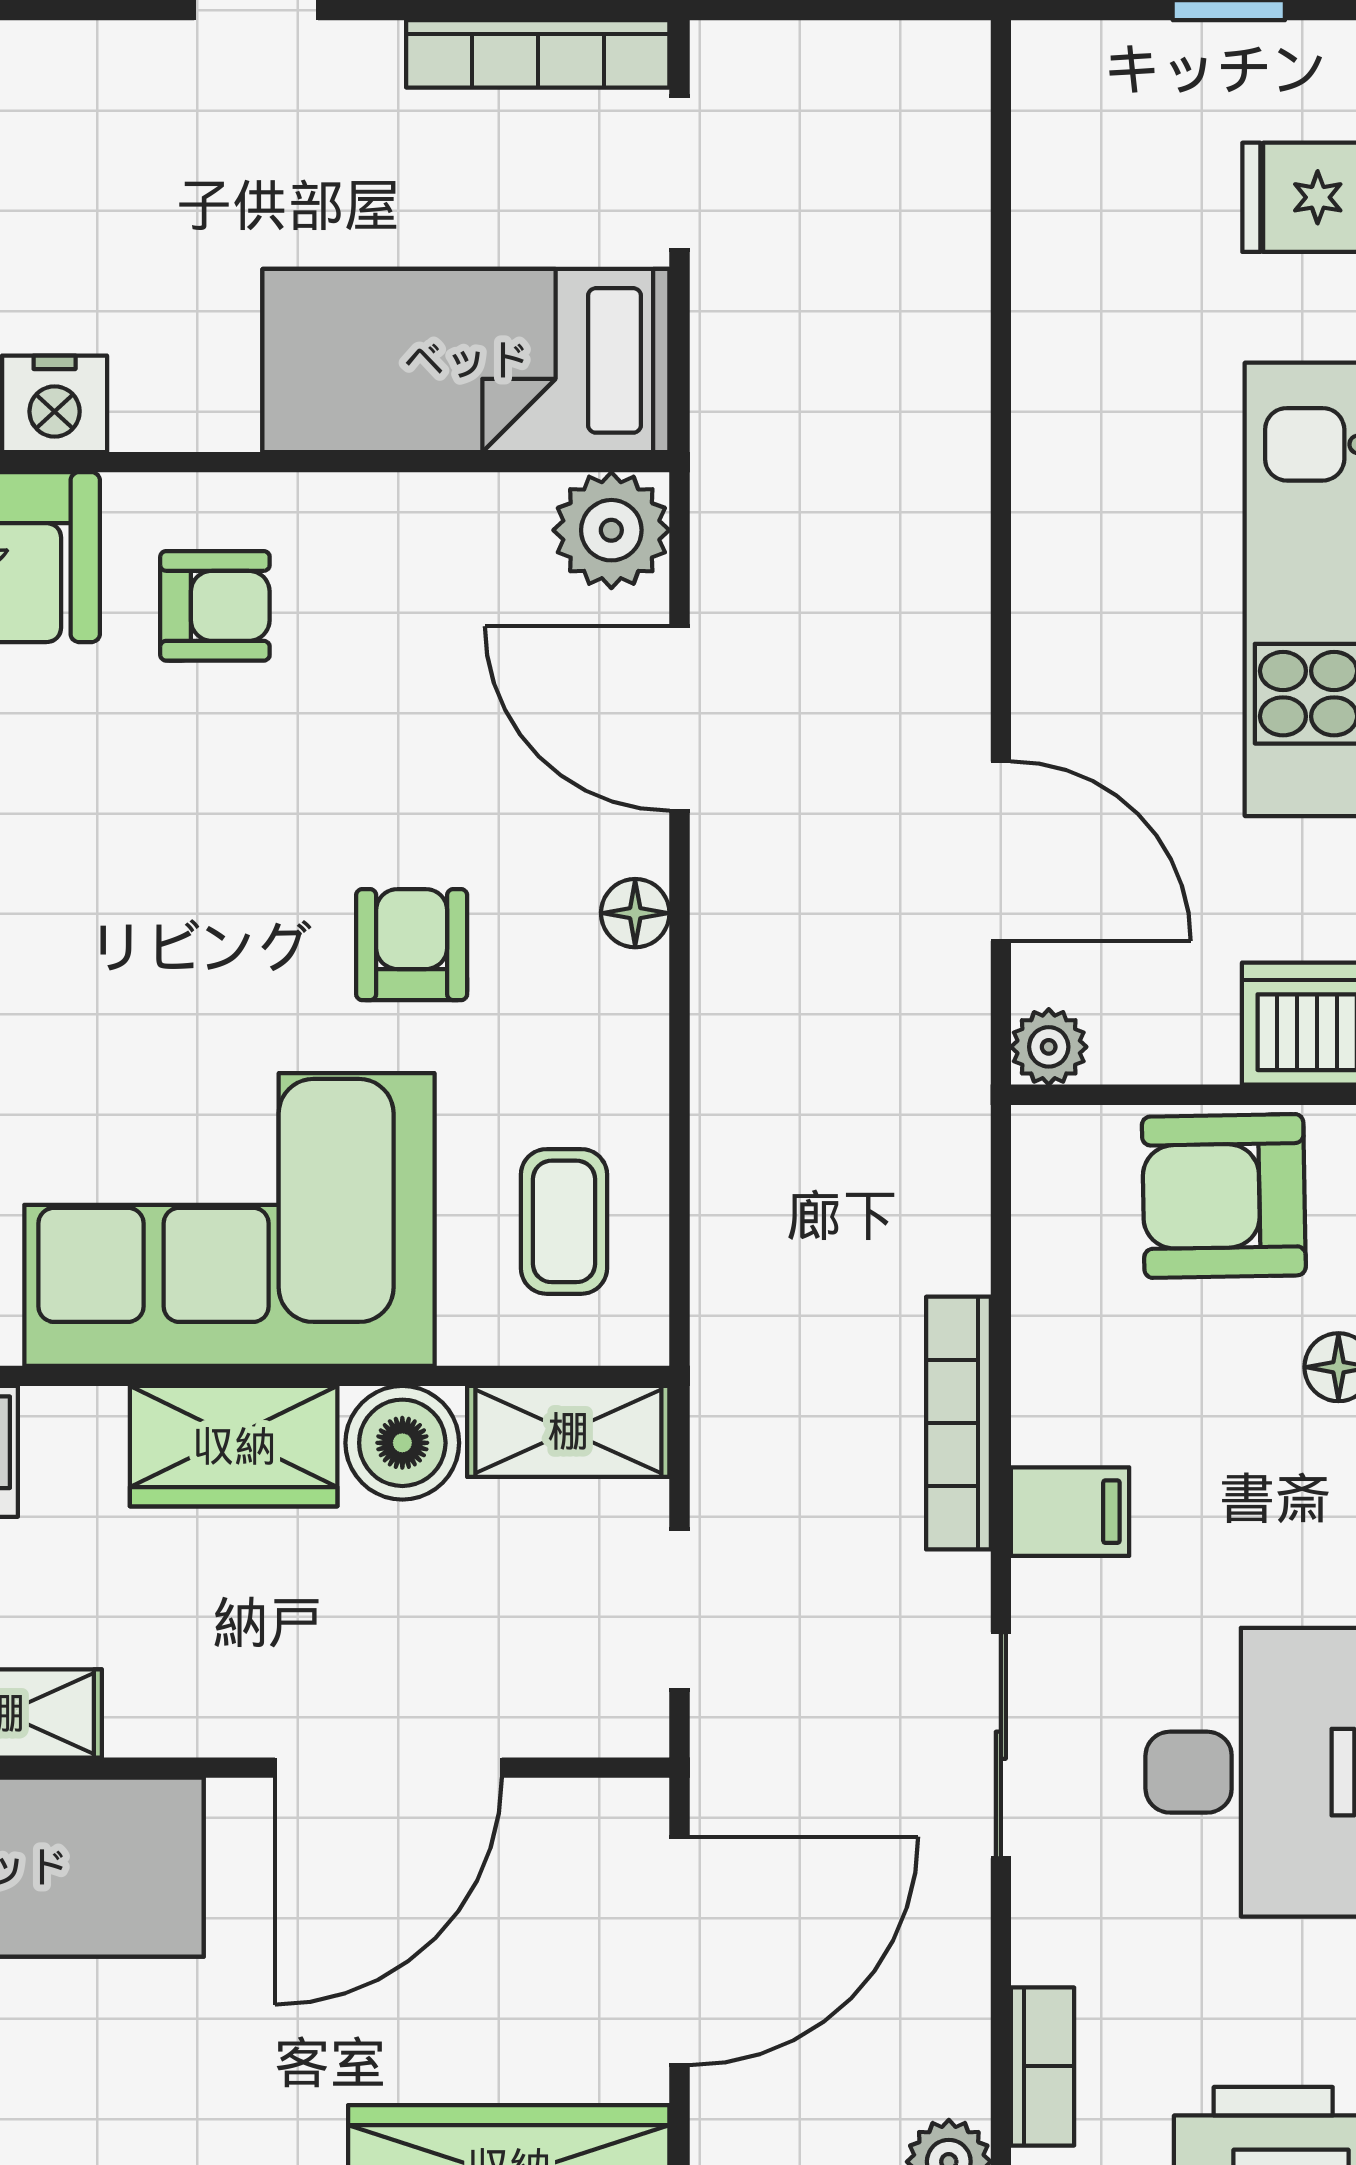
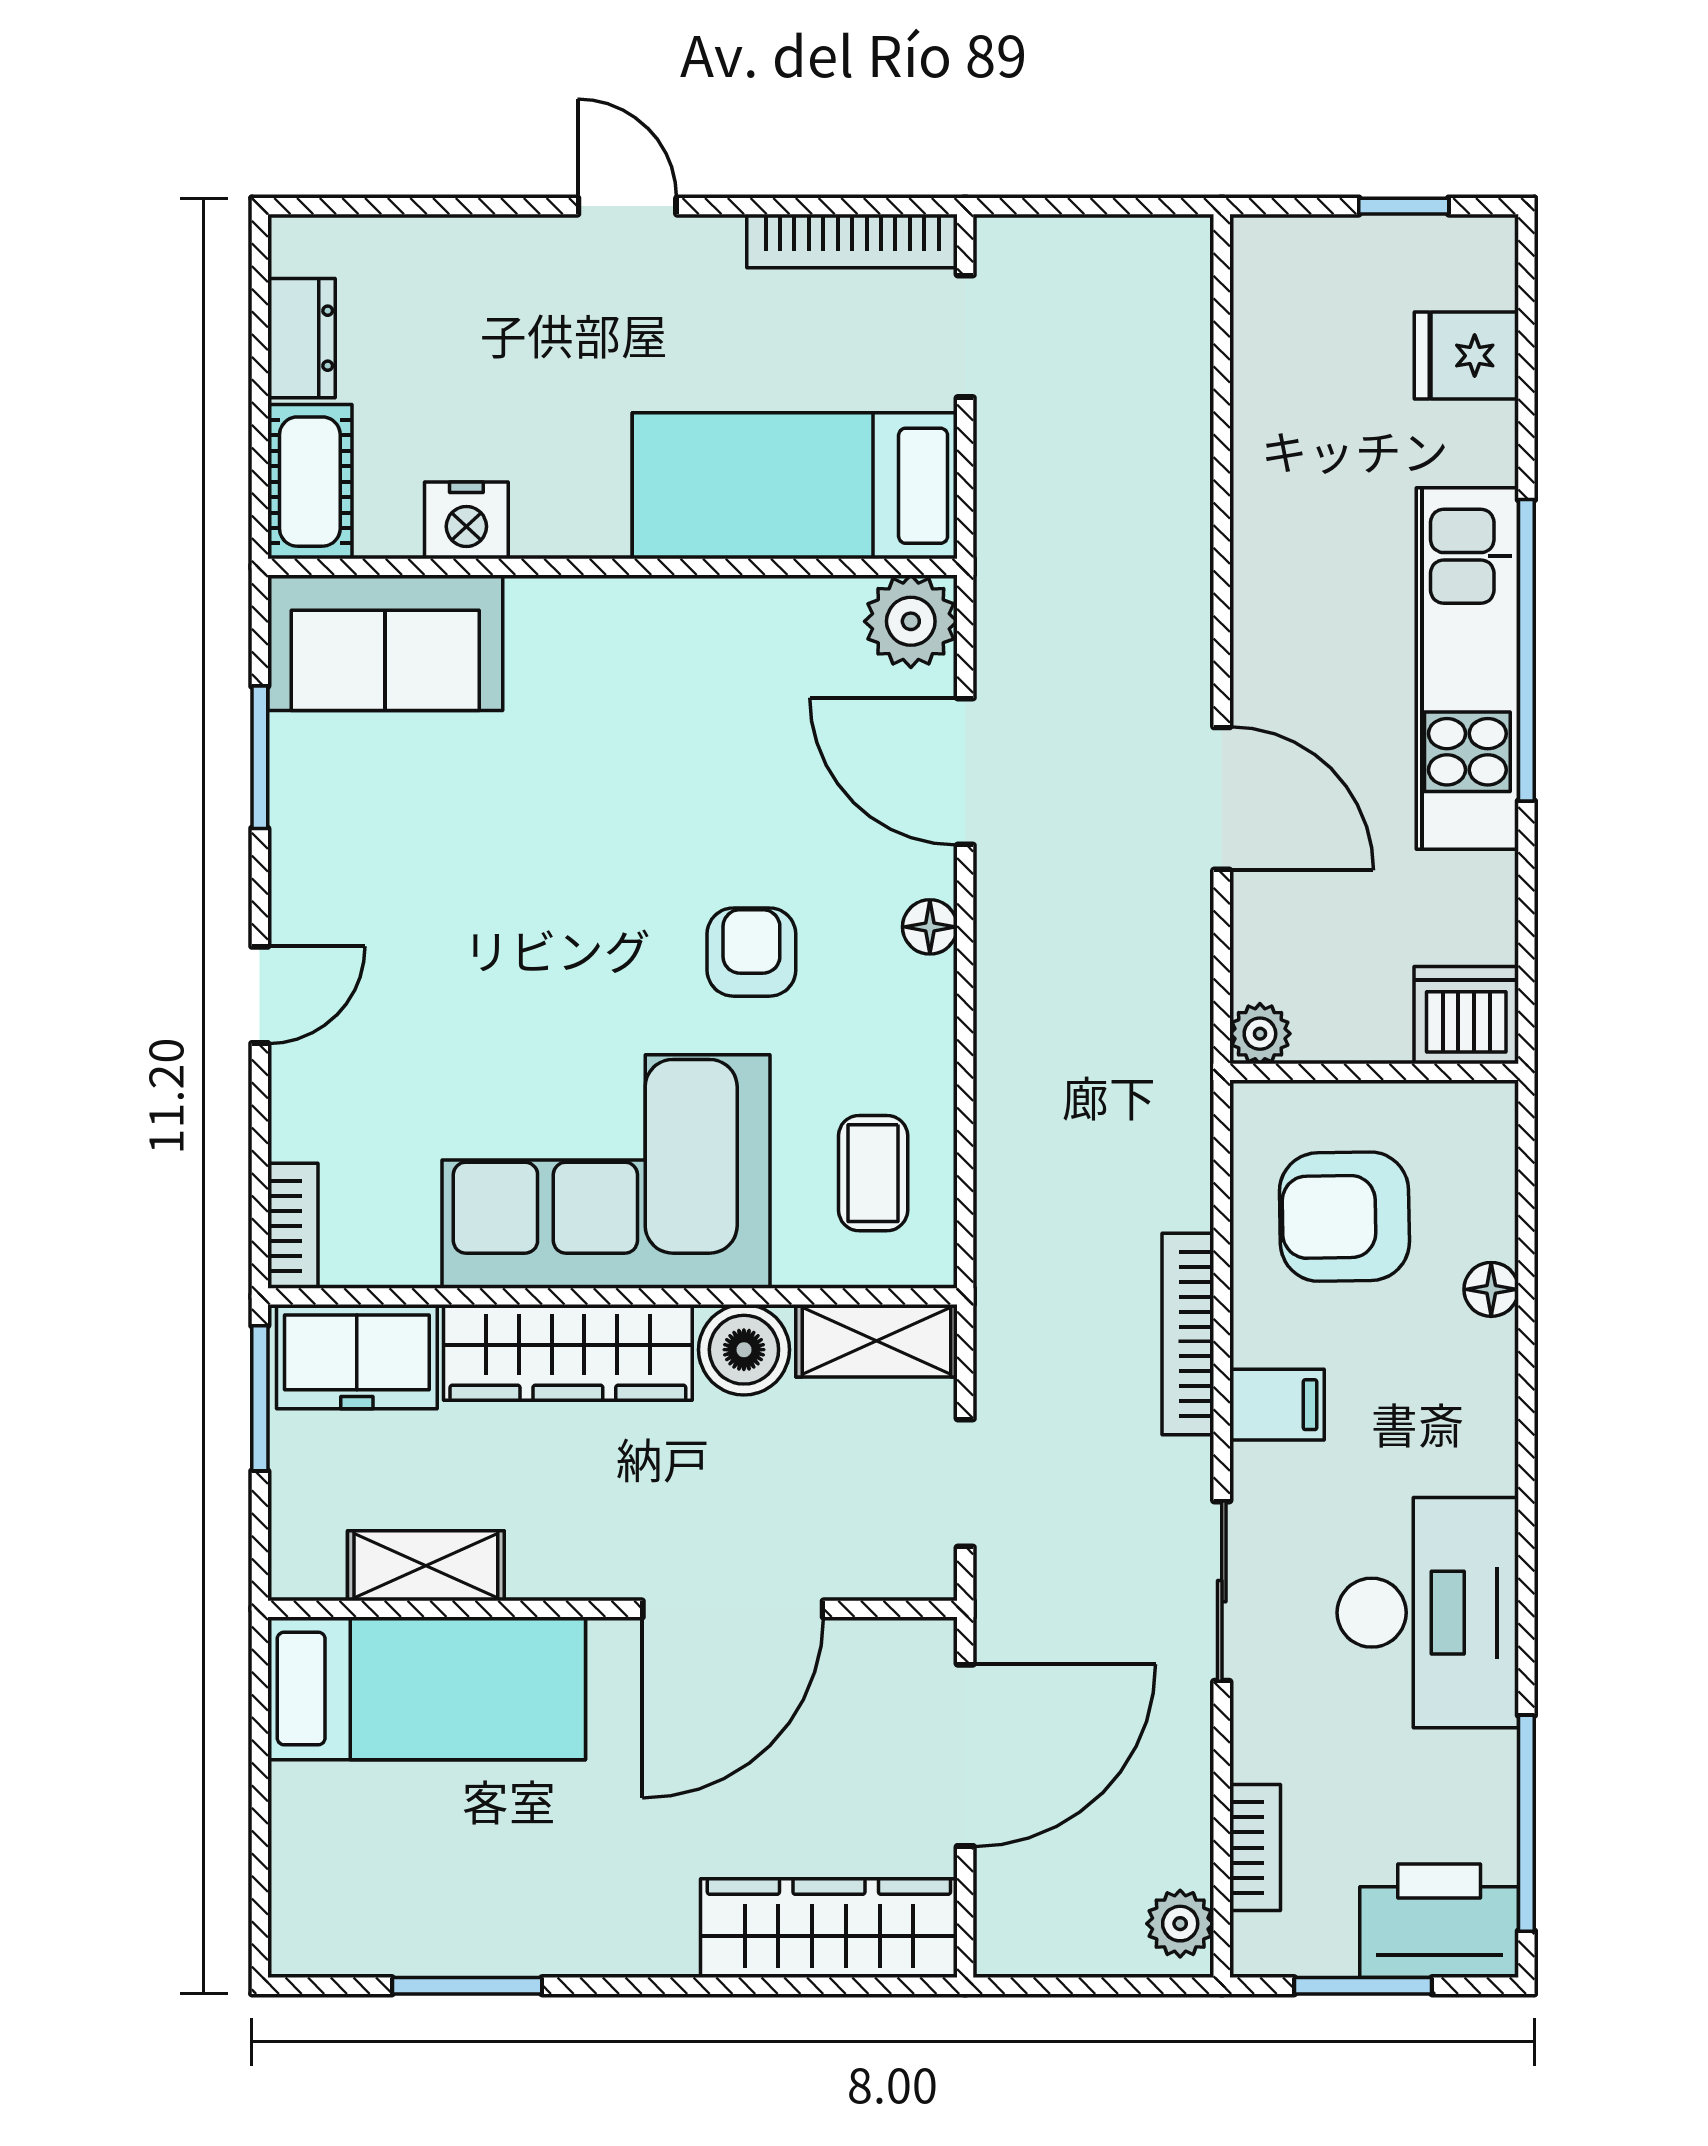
armchair: (215, 606) -> (594, 682), removed
door: (1001, 851) -> (1222, 798), moved
armchair: (1224, 1196) -> (1344, 1217), moved
wardrobe: (234, 1446) -> (568, 1352), width x1.50

